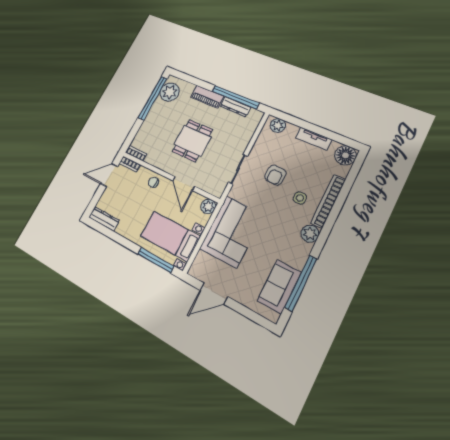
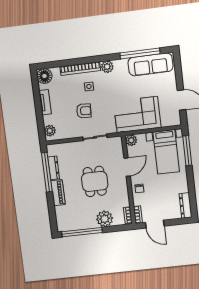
plant: (170, 92) -> (105, 219), moved
dining table: (192, 141) -> (95, 181), turned 90
sofa: (279, 286) -> (150, 64), width x1.36

